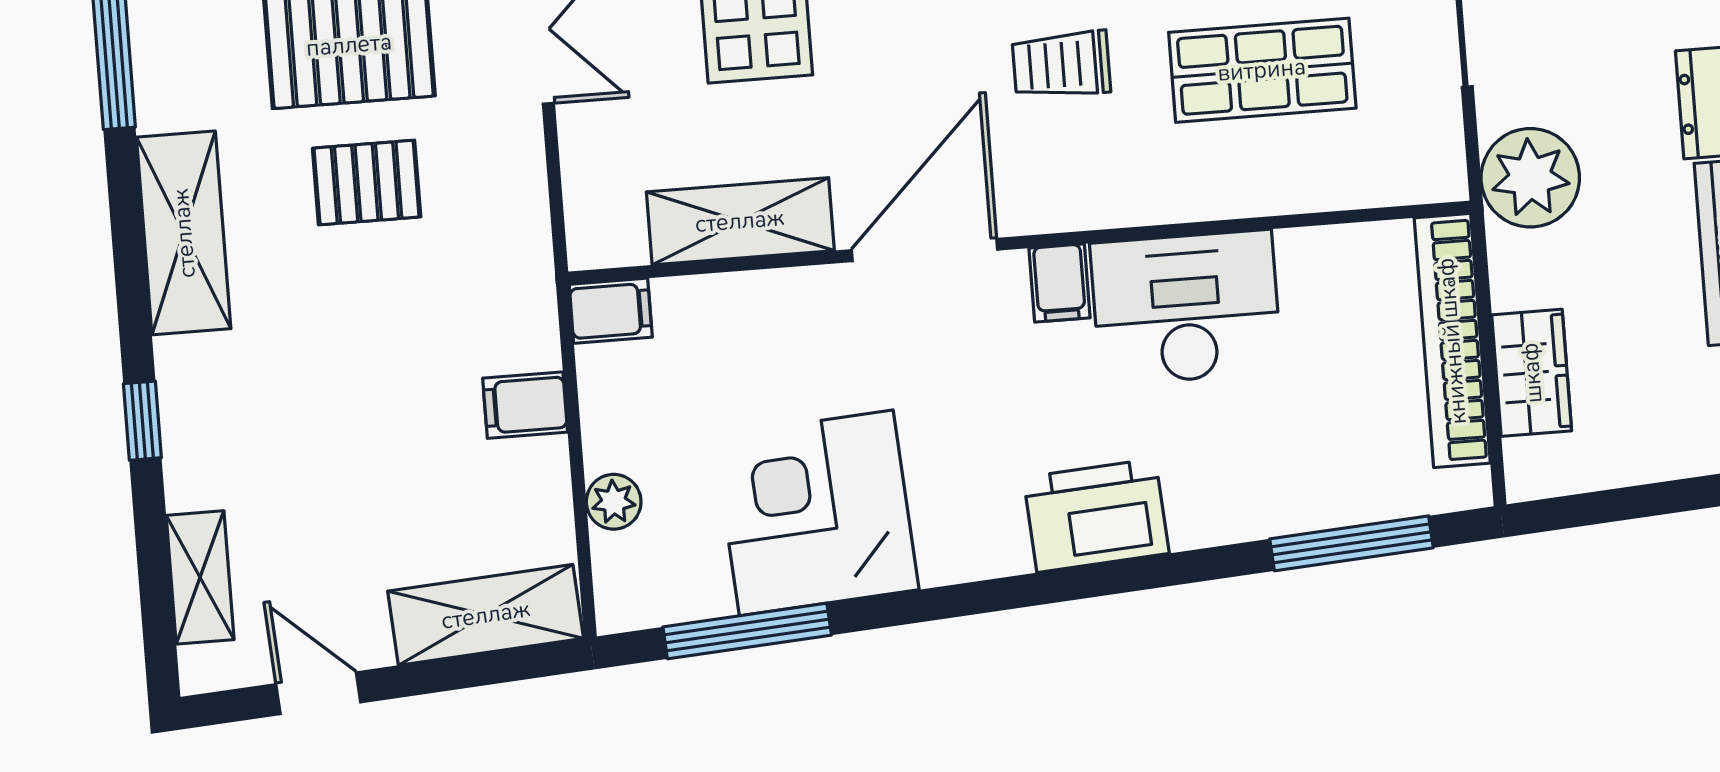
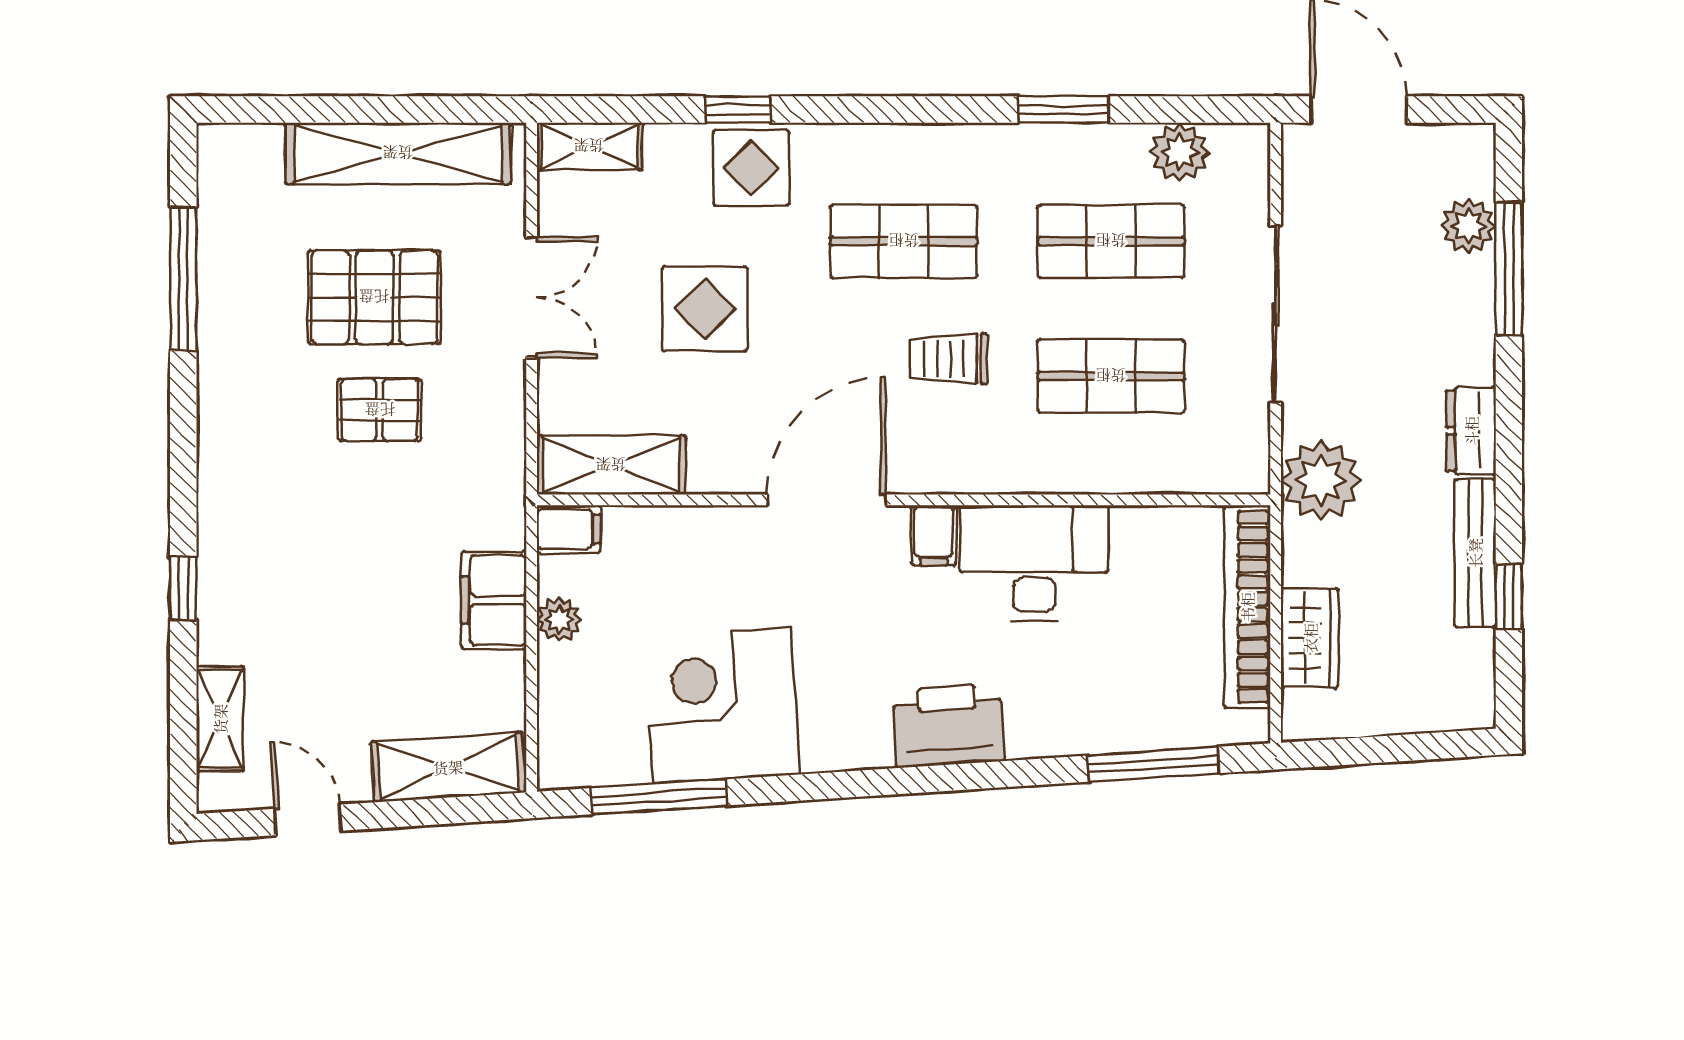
shelving: (740, 221) -> (611, 465), moved
shelving: (184, 233) -> (228, 439), removed
filing cabinet: (525, 405) -> (494, 600), width x2.00
plant: (614, 502) -> (559, 620), moved

